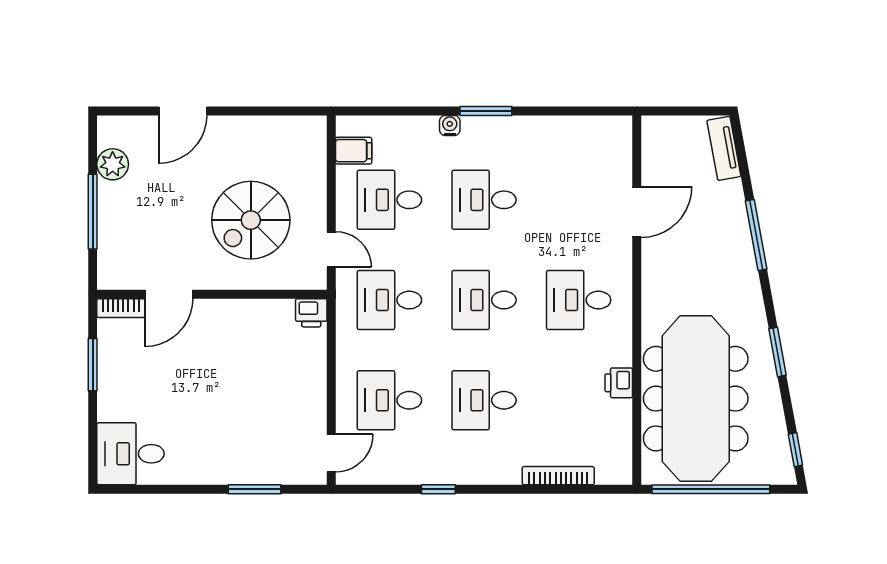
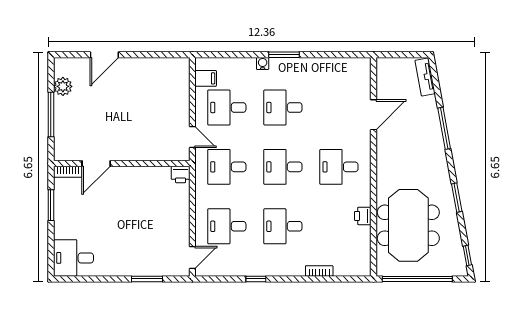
spiral stairs: (251, 220) -> (145, 120), removed
meeting table: (696, 399) -> (408, 225), width x0.73
bookcase: (558, 476) -> (319, 271), width x0.64

